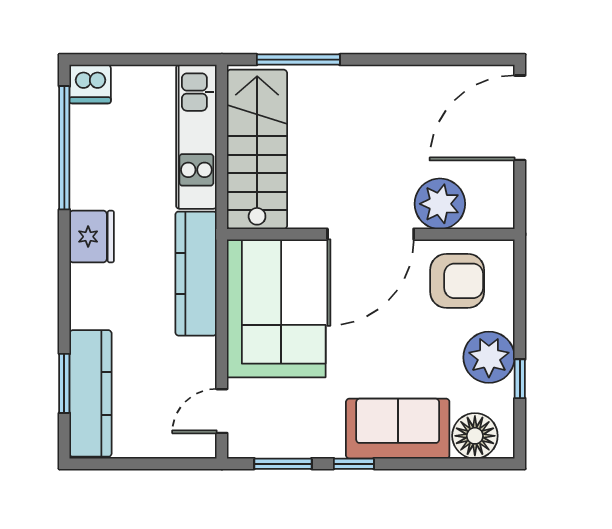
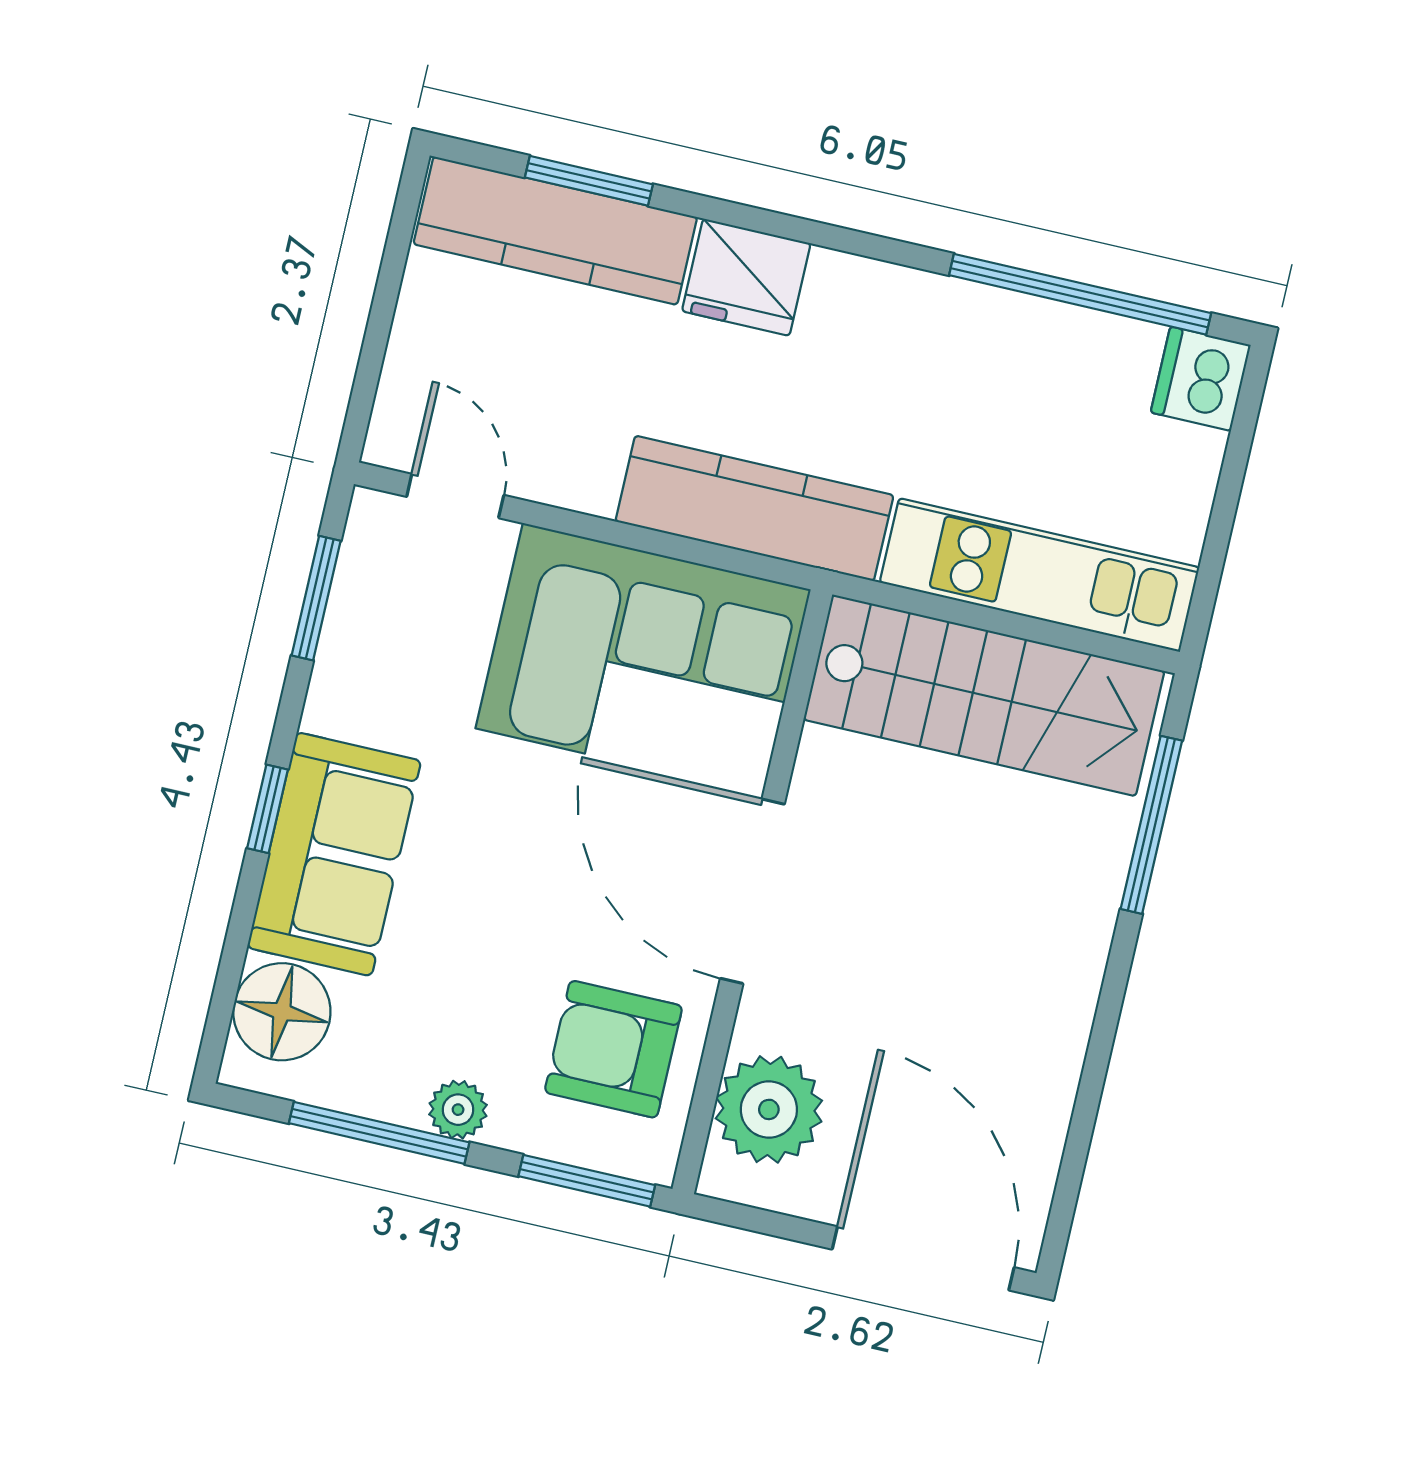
plant: (440, 204) -> (769, 1109), moved
fridge: (92, 237) -> (746, 277), moved
window: (520, 279) -> (587, 1181), added
armchair: (457, 281) -> (613, 1049), turned 90
plant: (489, 357) -> (458, 1110), width x0.53, depth x0.53
window: (520, 379) -> (379, 1133), width x2.17
window: (354, 464) -> (267, 809), moved

